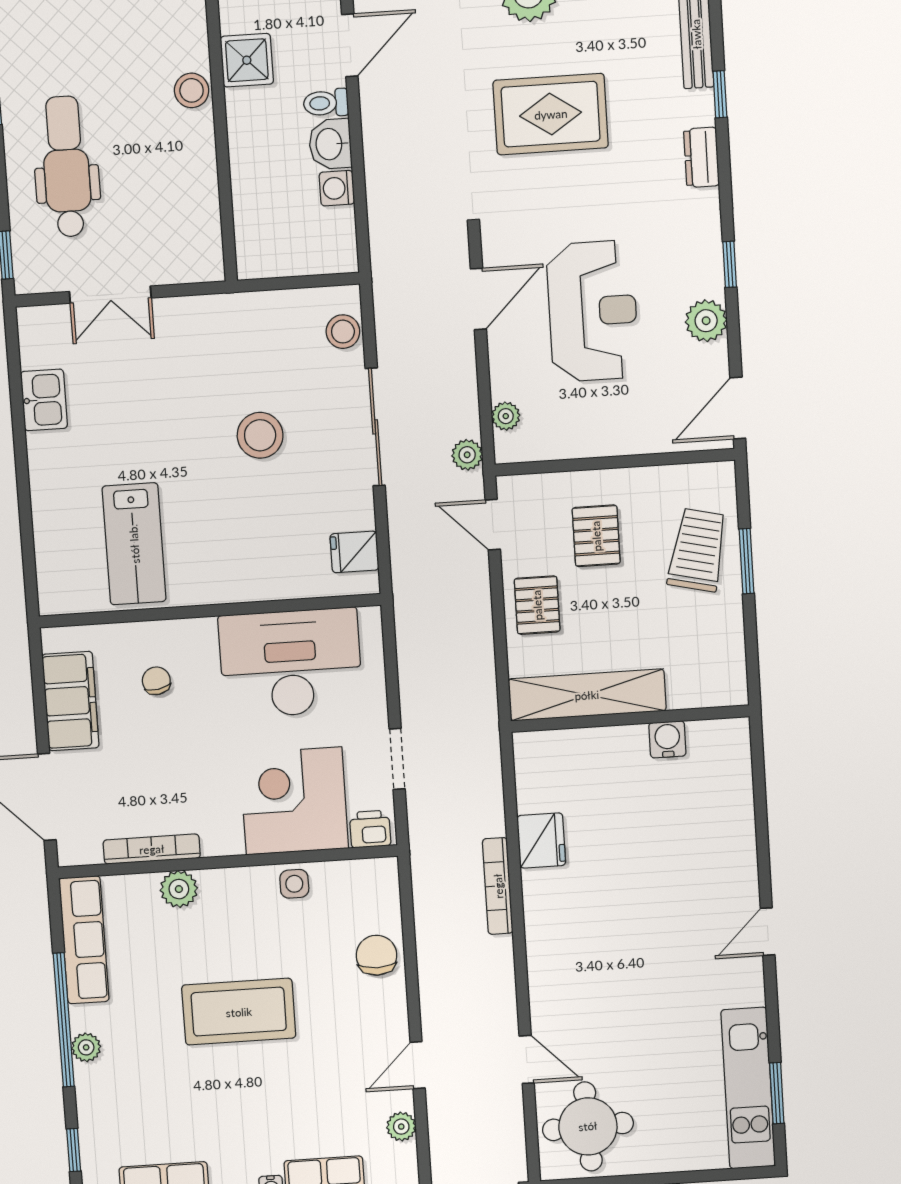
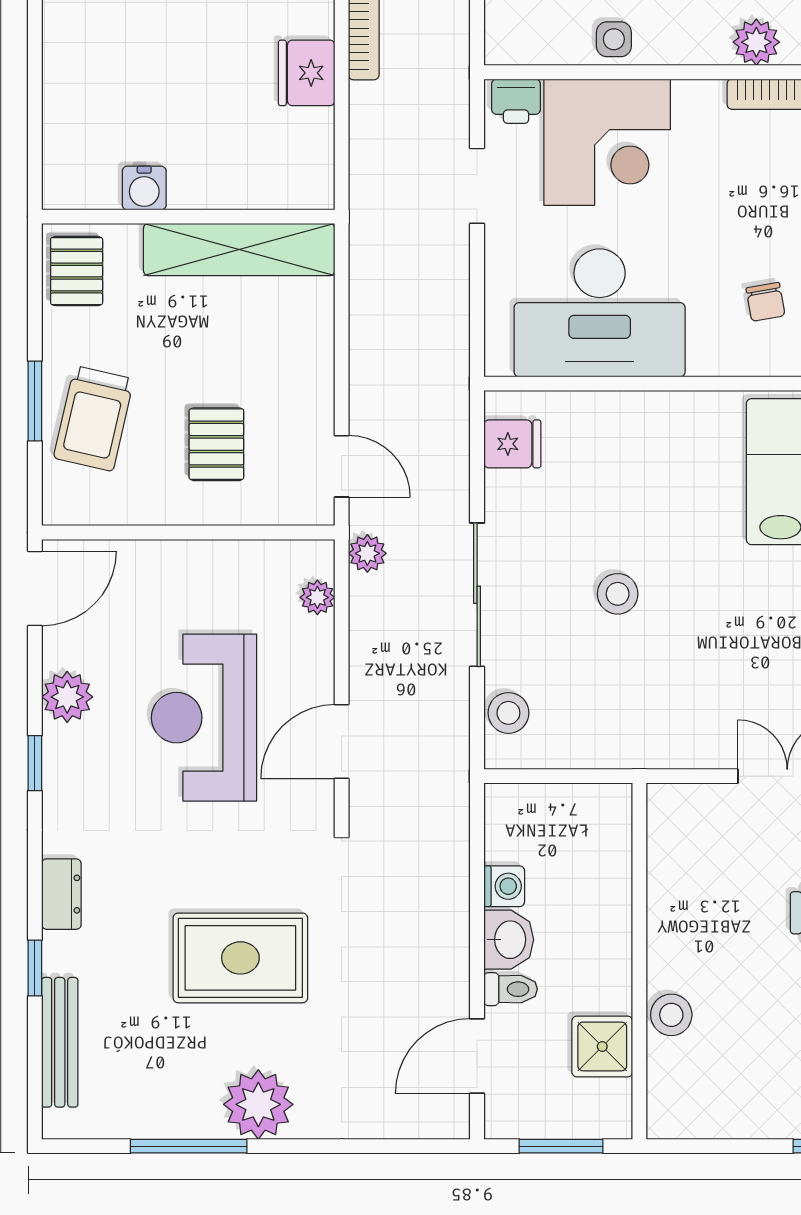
stool: (260, 435) -> (618, 594), width x0.73, depth x0.73
pallet: (537, 605) -> (77, 271), moved

